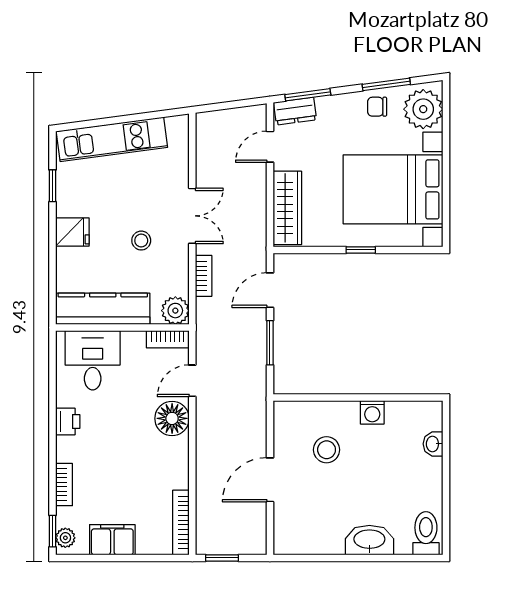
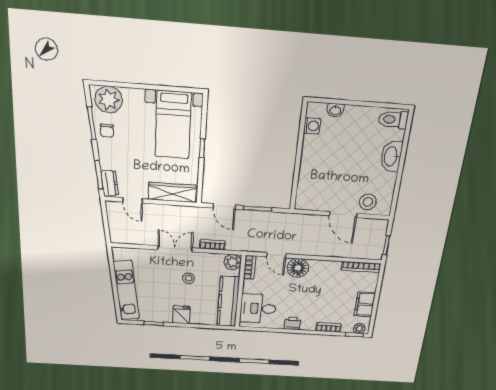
bed with nightstands: (393, 189) -> (173, 125), width x0.73
washing machine: (372, 412) -> (312, 126), moved
stool: (327, 450) -> (368, 202), moved

